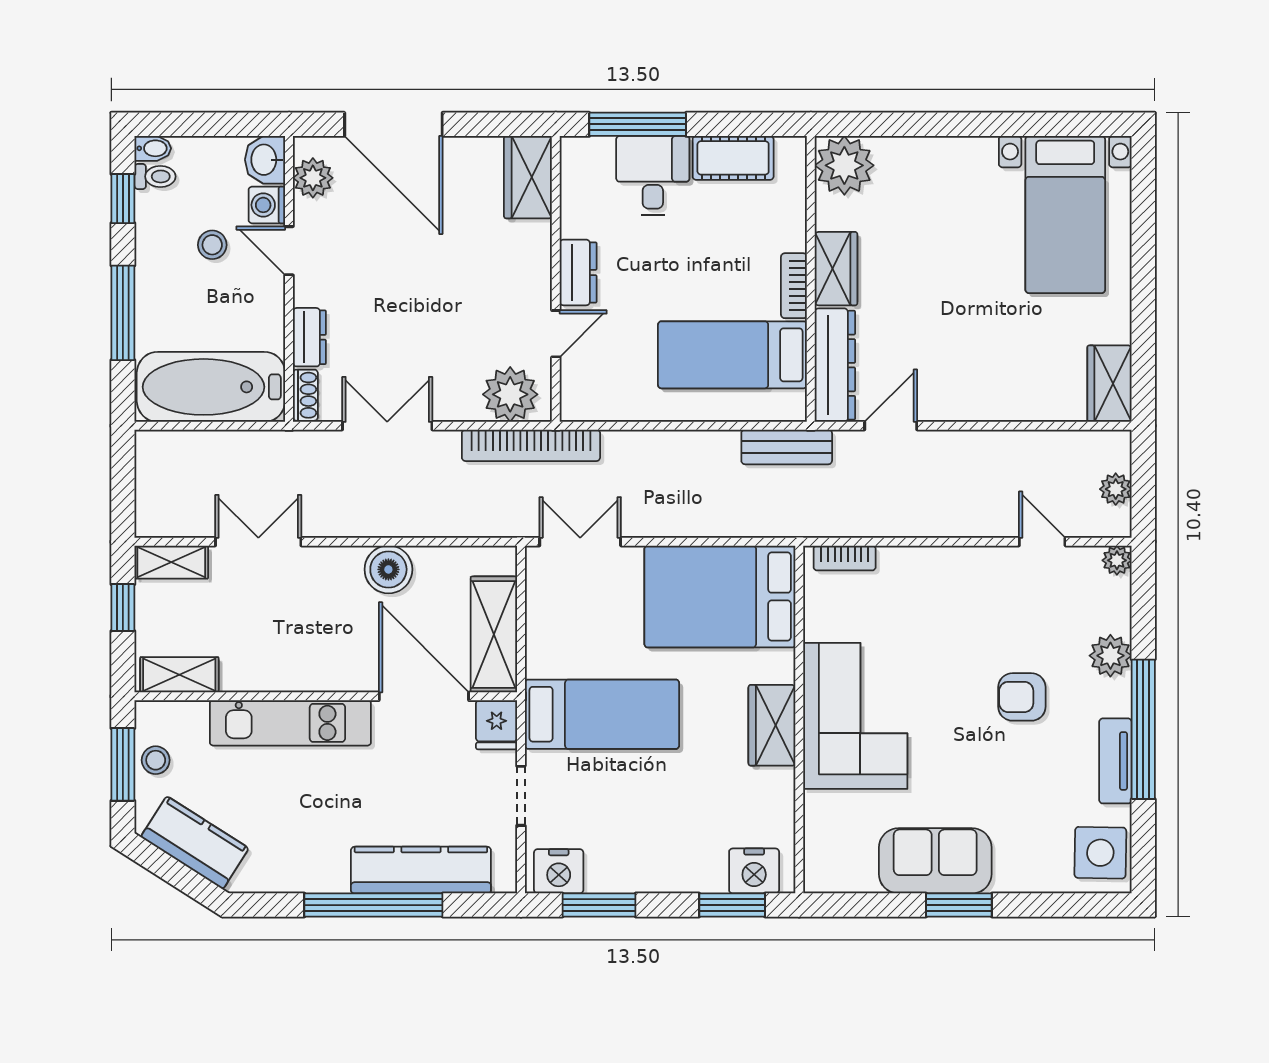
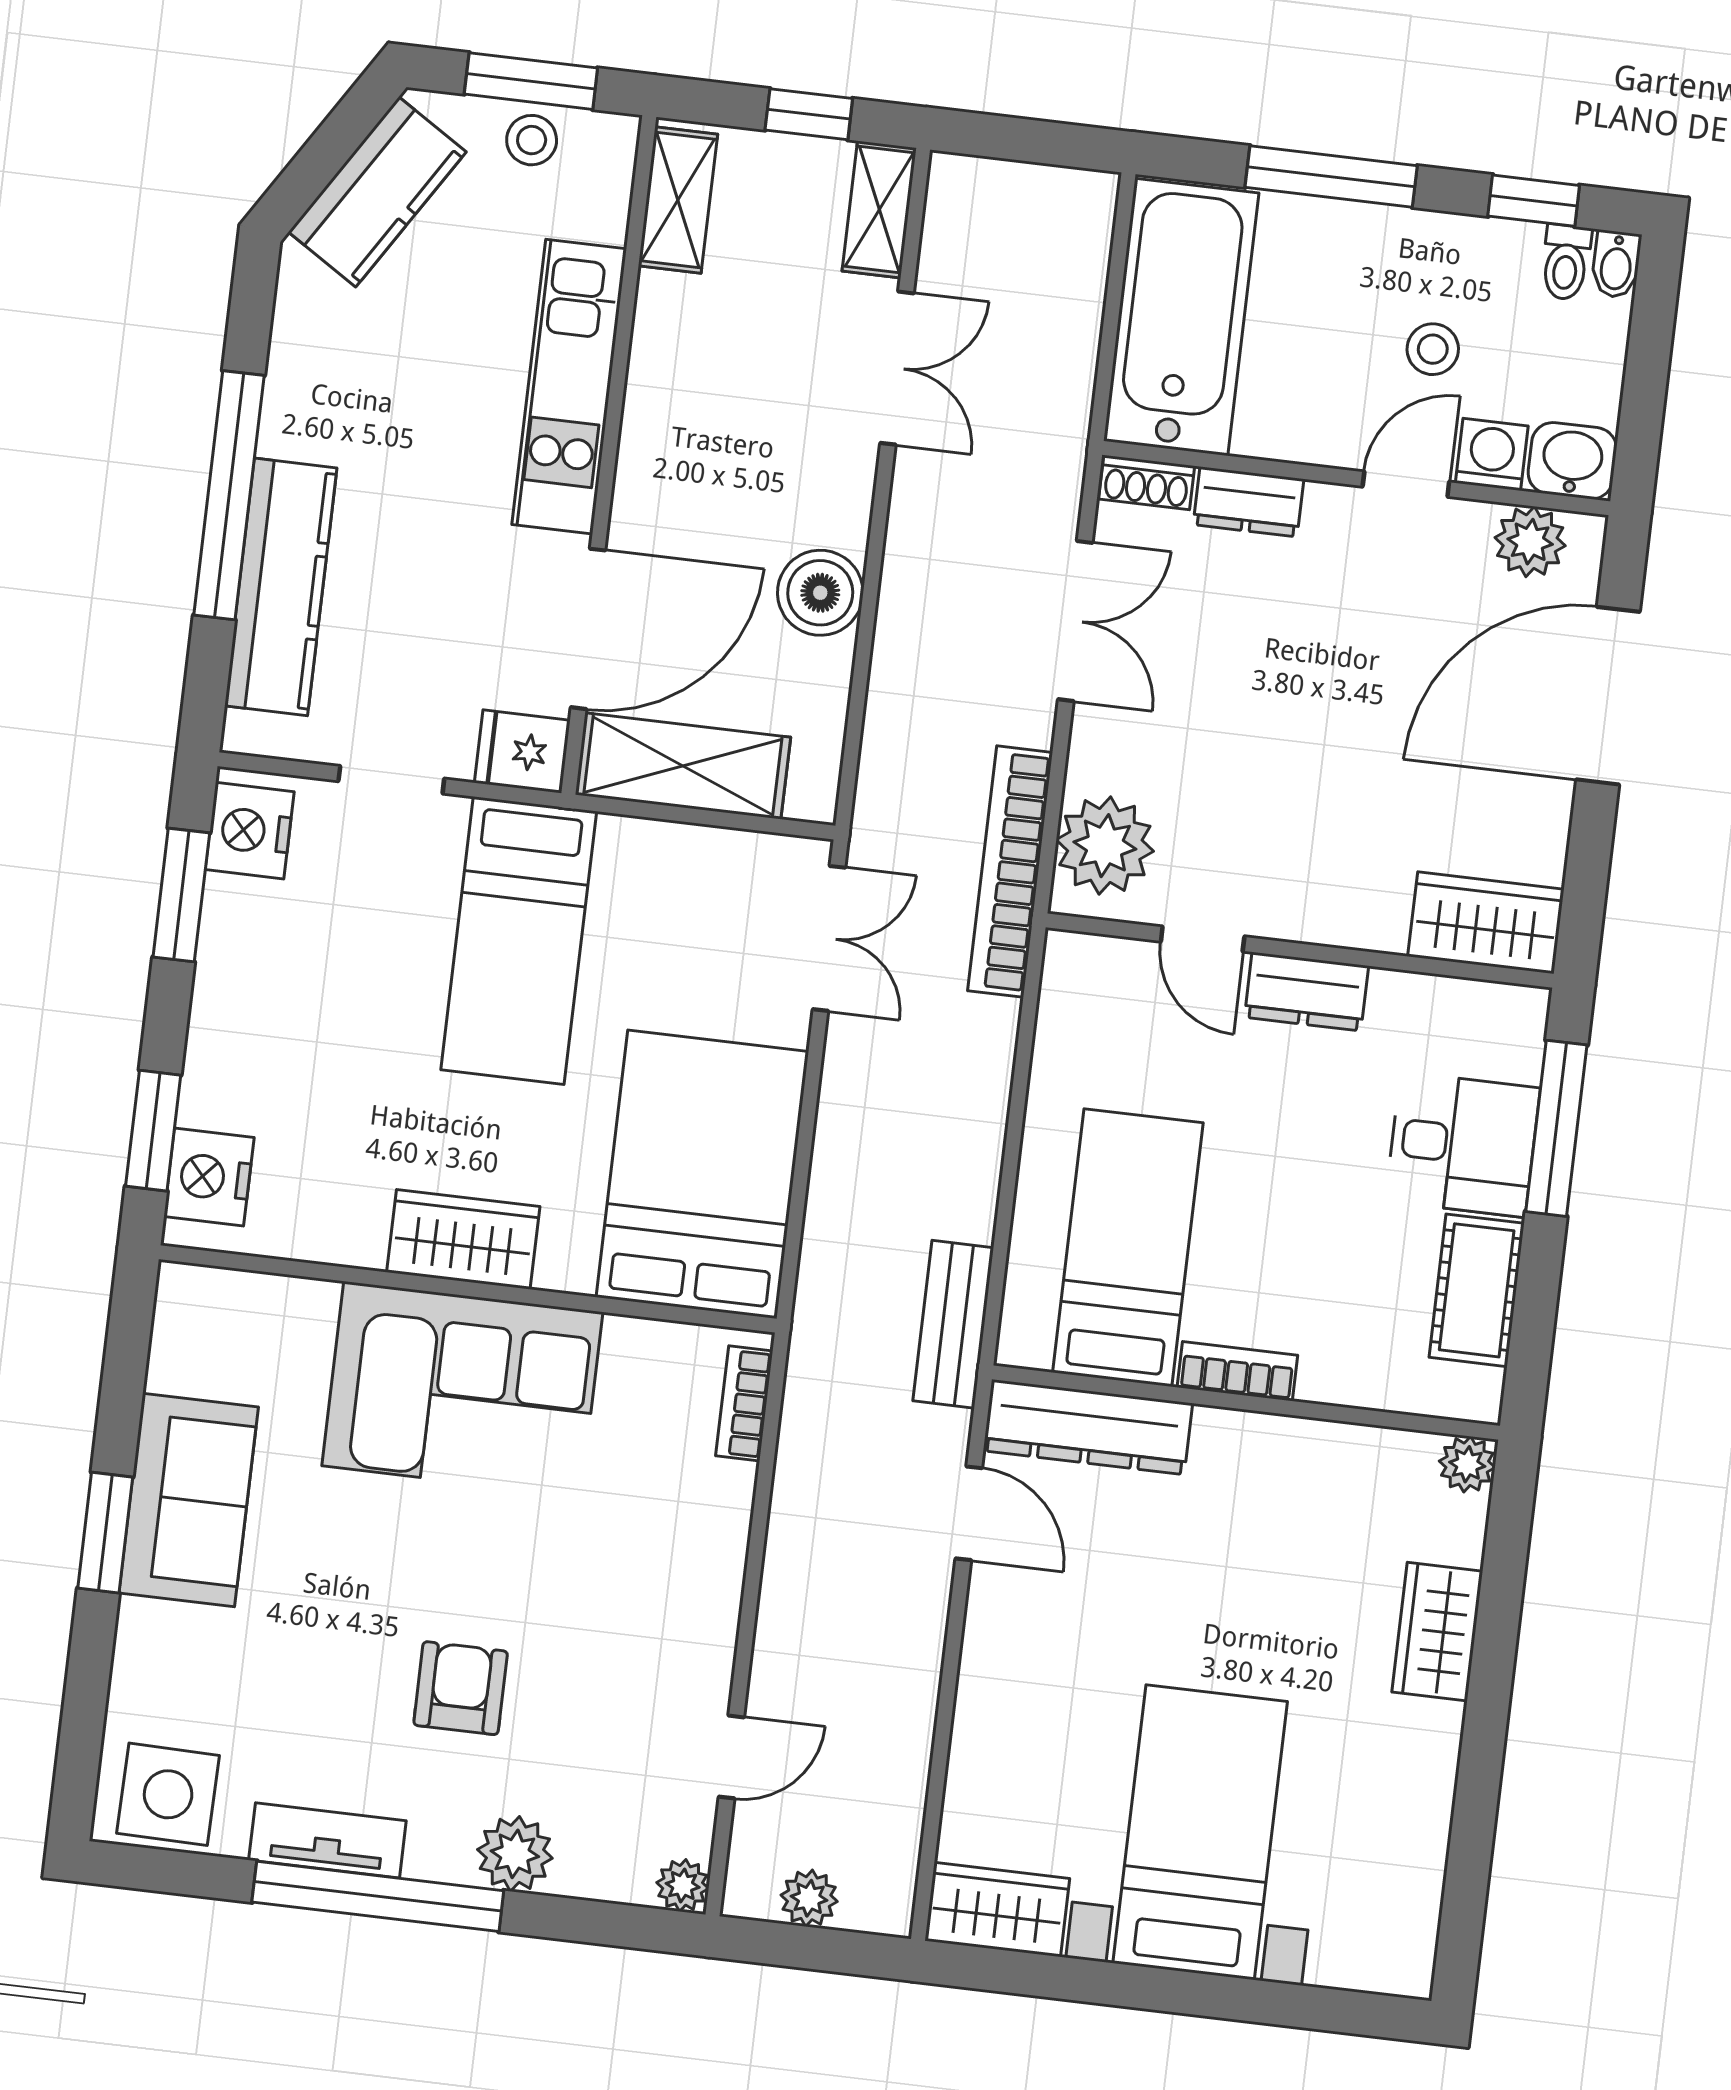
plant: (844, 165) -> (1467, 1464), width x0.53, depth x0.53
bed with nightstands: (1065, 215) -> (1200, 1832), moved, turned 90
wardrobe: (836, 269) -> (1437, 1632), moved, turned 90

